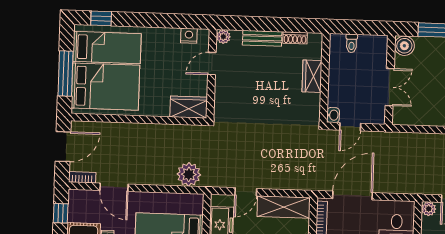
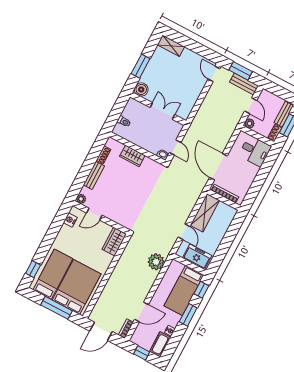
door: (212, 64) -> (94, 214), hinge flipped
door: (63, 147) -> (101, 331), swing flipped

